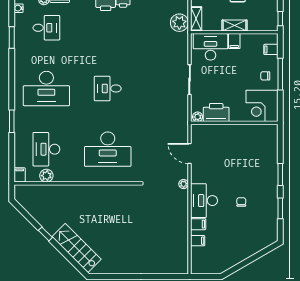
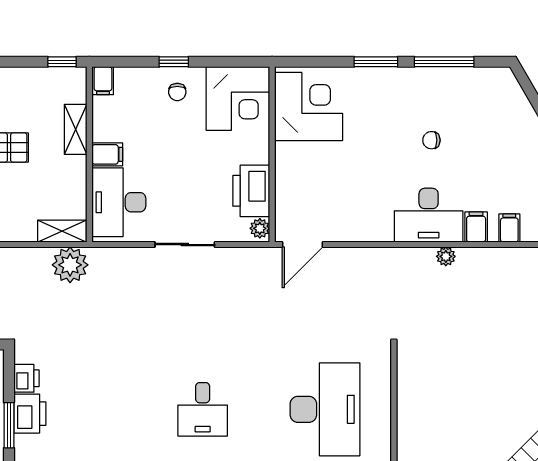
shelving: (235, 25) -> (76, 129), moved
filing cabinet: (271, 49) -> (103, 81), moved
window: (280, 74) -> (174, 62), width x0.46
corner desk: (258, 141) -> (309, 106), added
door: (190, 153) -> (302, 245), moved
plant: (184, 184) -> (446, 256), moved
window: (280, 208) -> (444, 62), width x1.44

